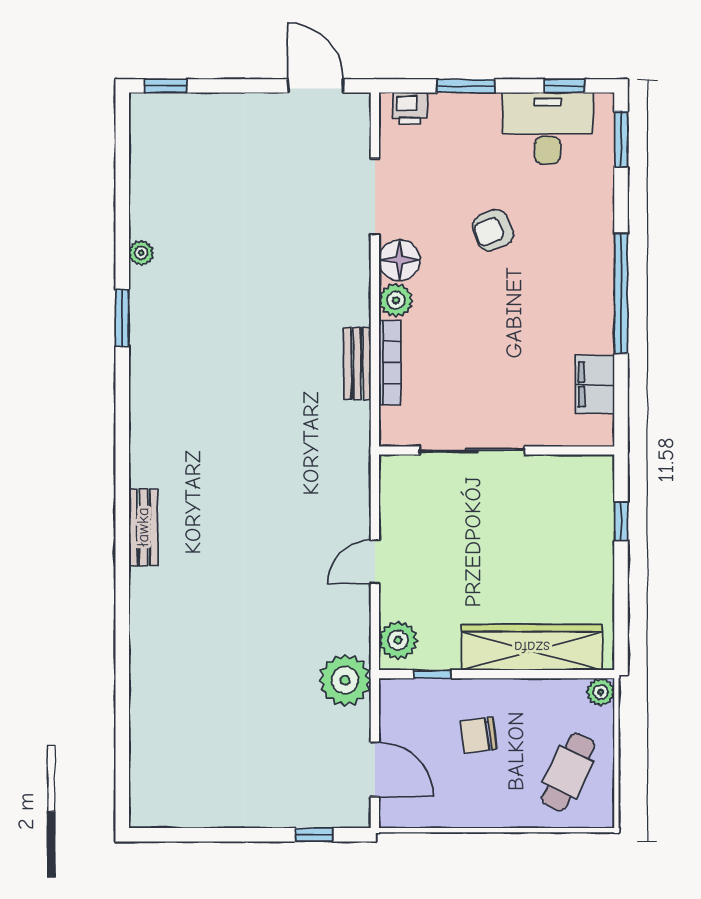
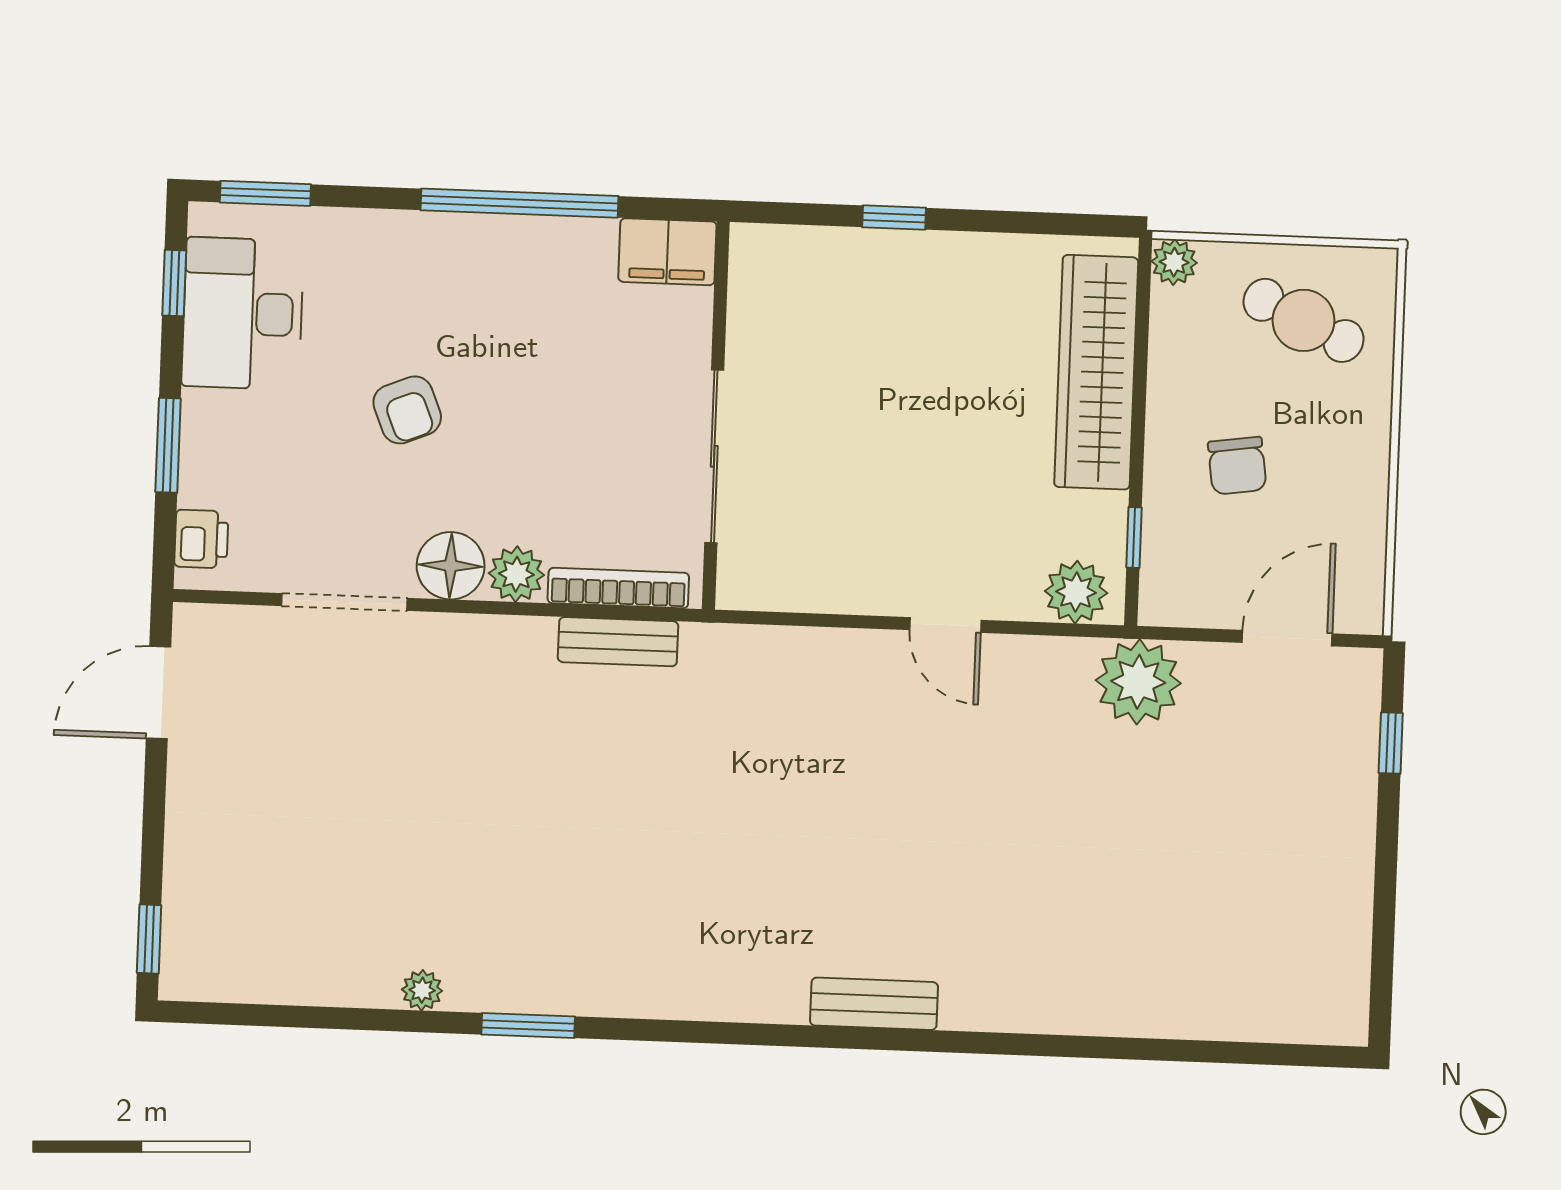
sliding door: (472, 450) -> (714, 456), moved
wall: (497, 450) -> (716, 416), moved

